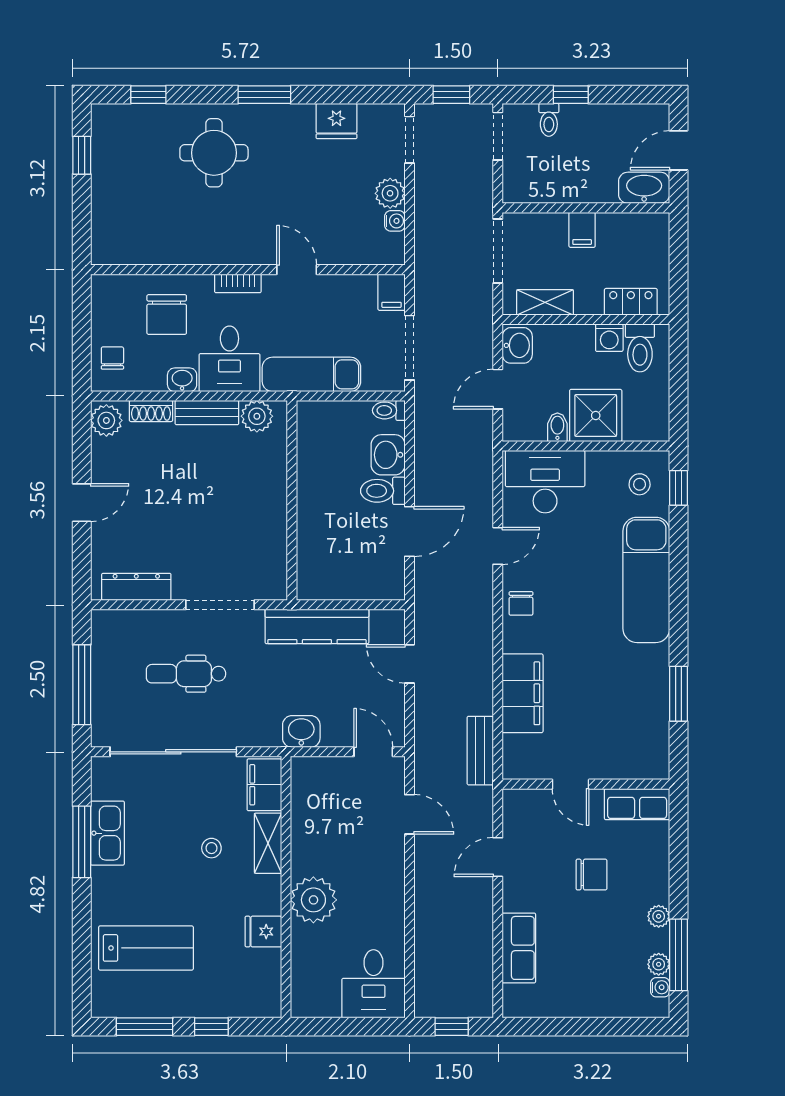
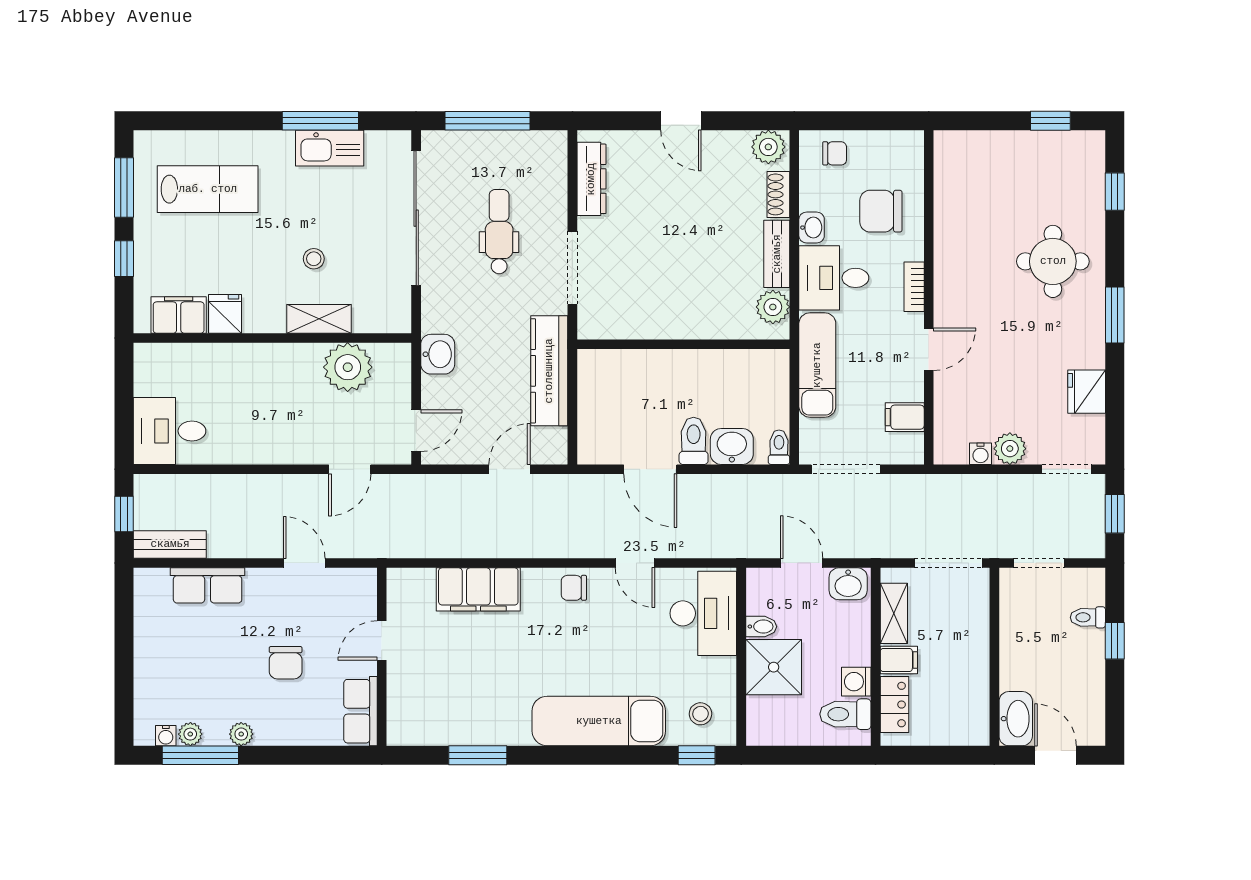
doorway: (498, 136) -> (1039, 563), moved
filing cabinet: (582, 230) -> (899, 660), moved, turned 180
filing cabinet: (392, 292) -> (905, 417), moved
bench: (480, 751) -> (170, 544), moved
filing cabinet: (264, 785) -> (179, 315), moved
plant: (313, 900) -> (348, 367), moved
lab bench: (146, 948) -> (208, 189), turned -90

